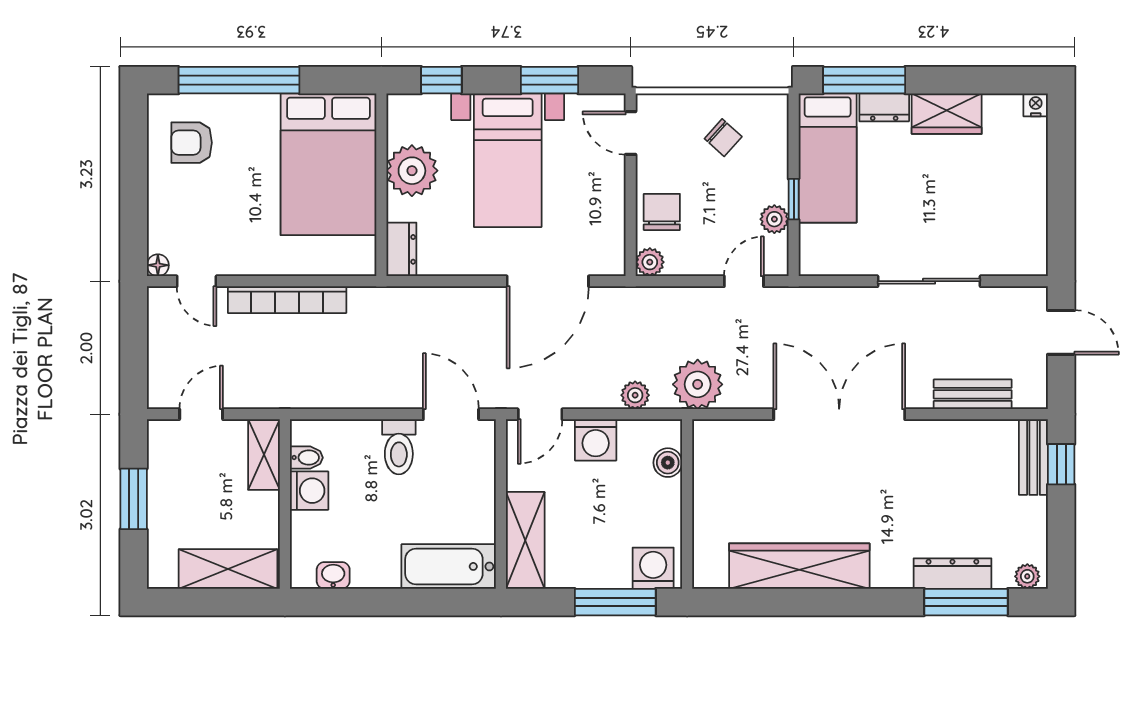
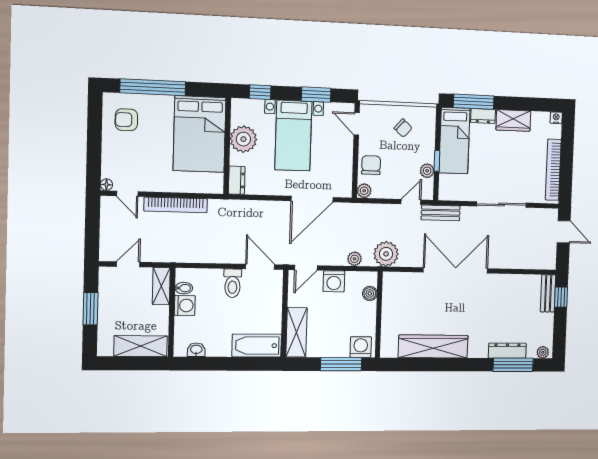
bookcase: (1034, 208) -> (553, 170), added
bench: (973, 394) -> (441, 213), moved

